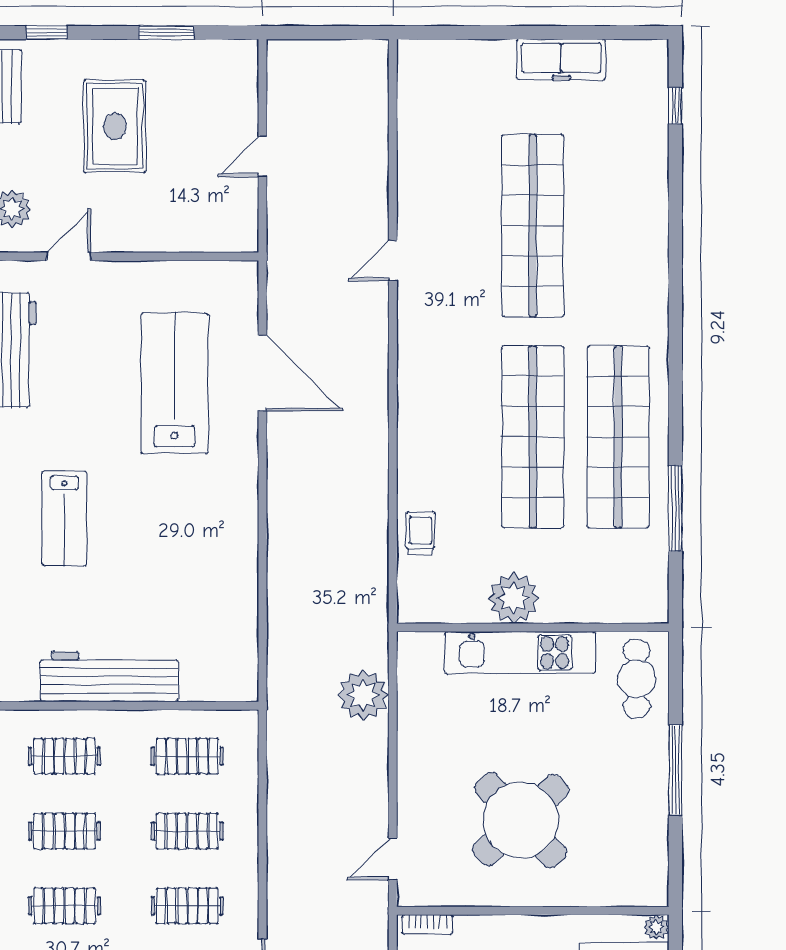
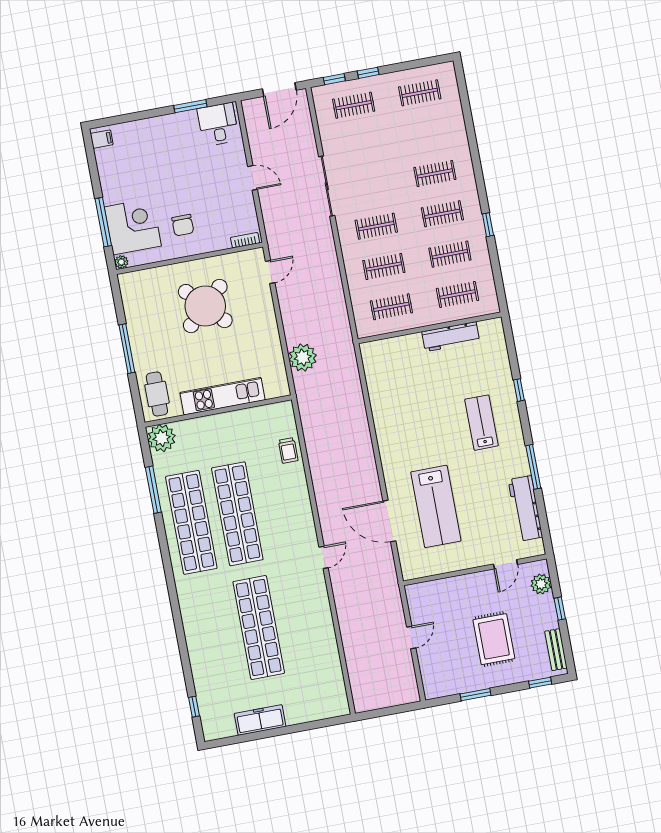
door: (393, 261) -> (324, 557), moved
plant: (514, 598) -> (162, 438), moved
workbench: (109, 677) -> (451, 337), width x0.73, depth x0.76

